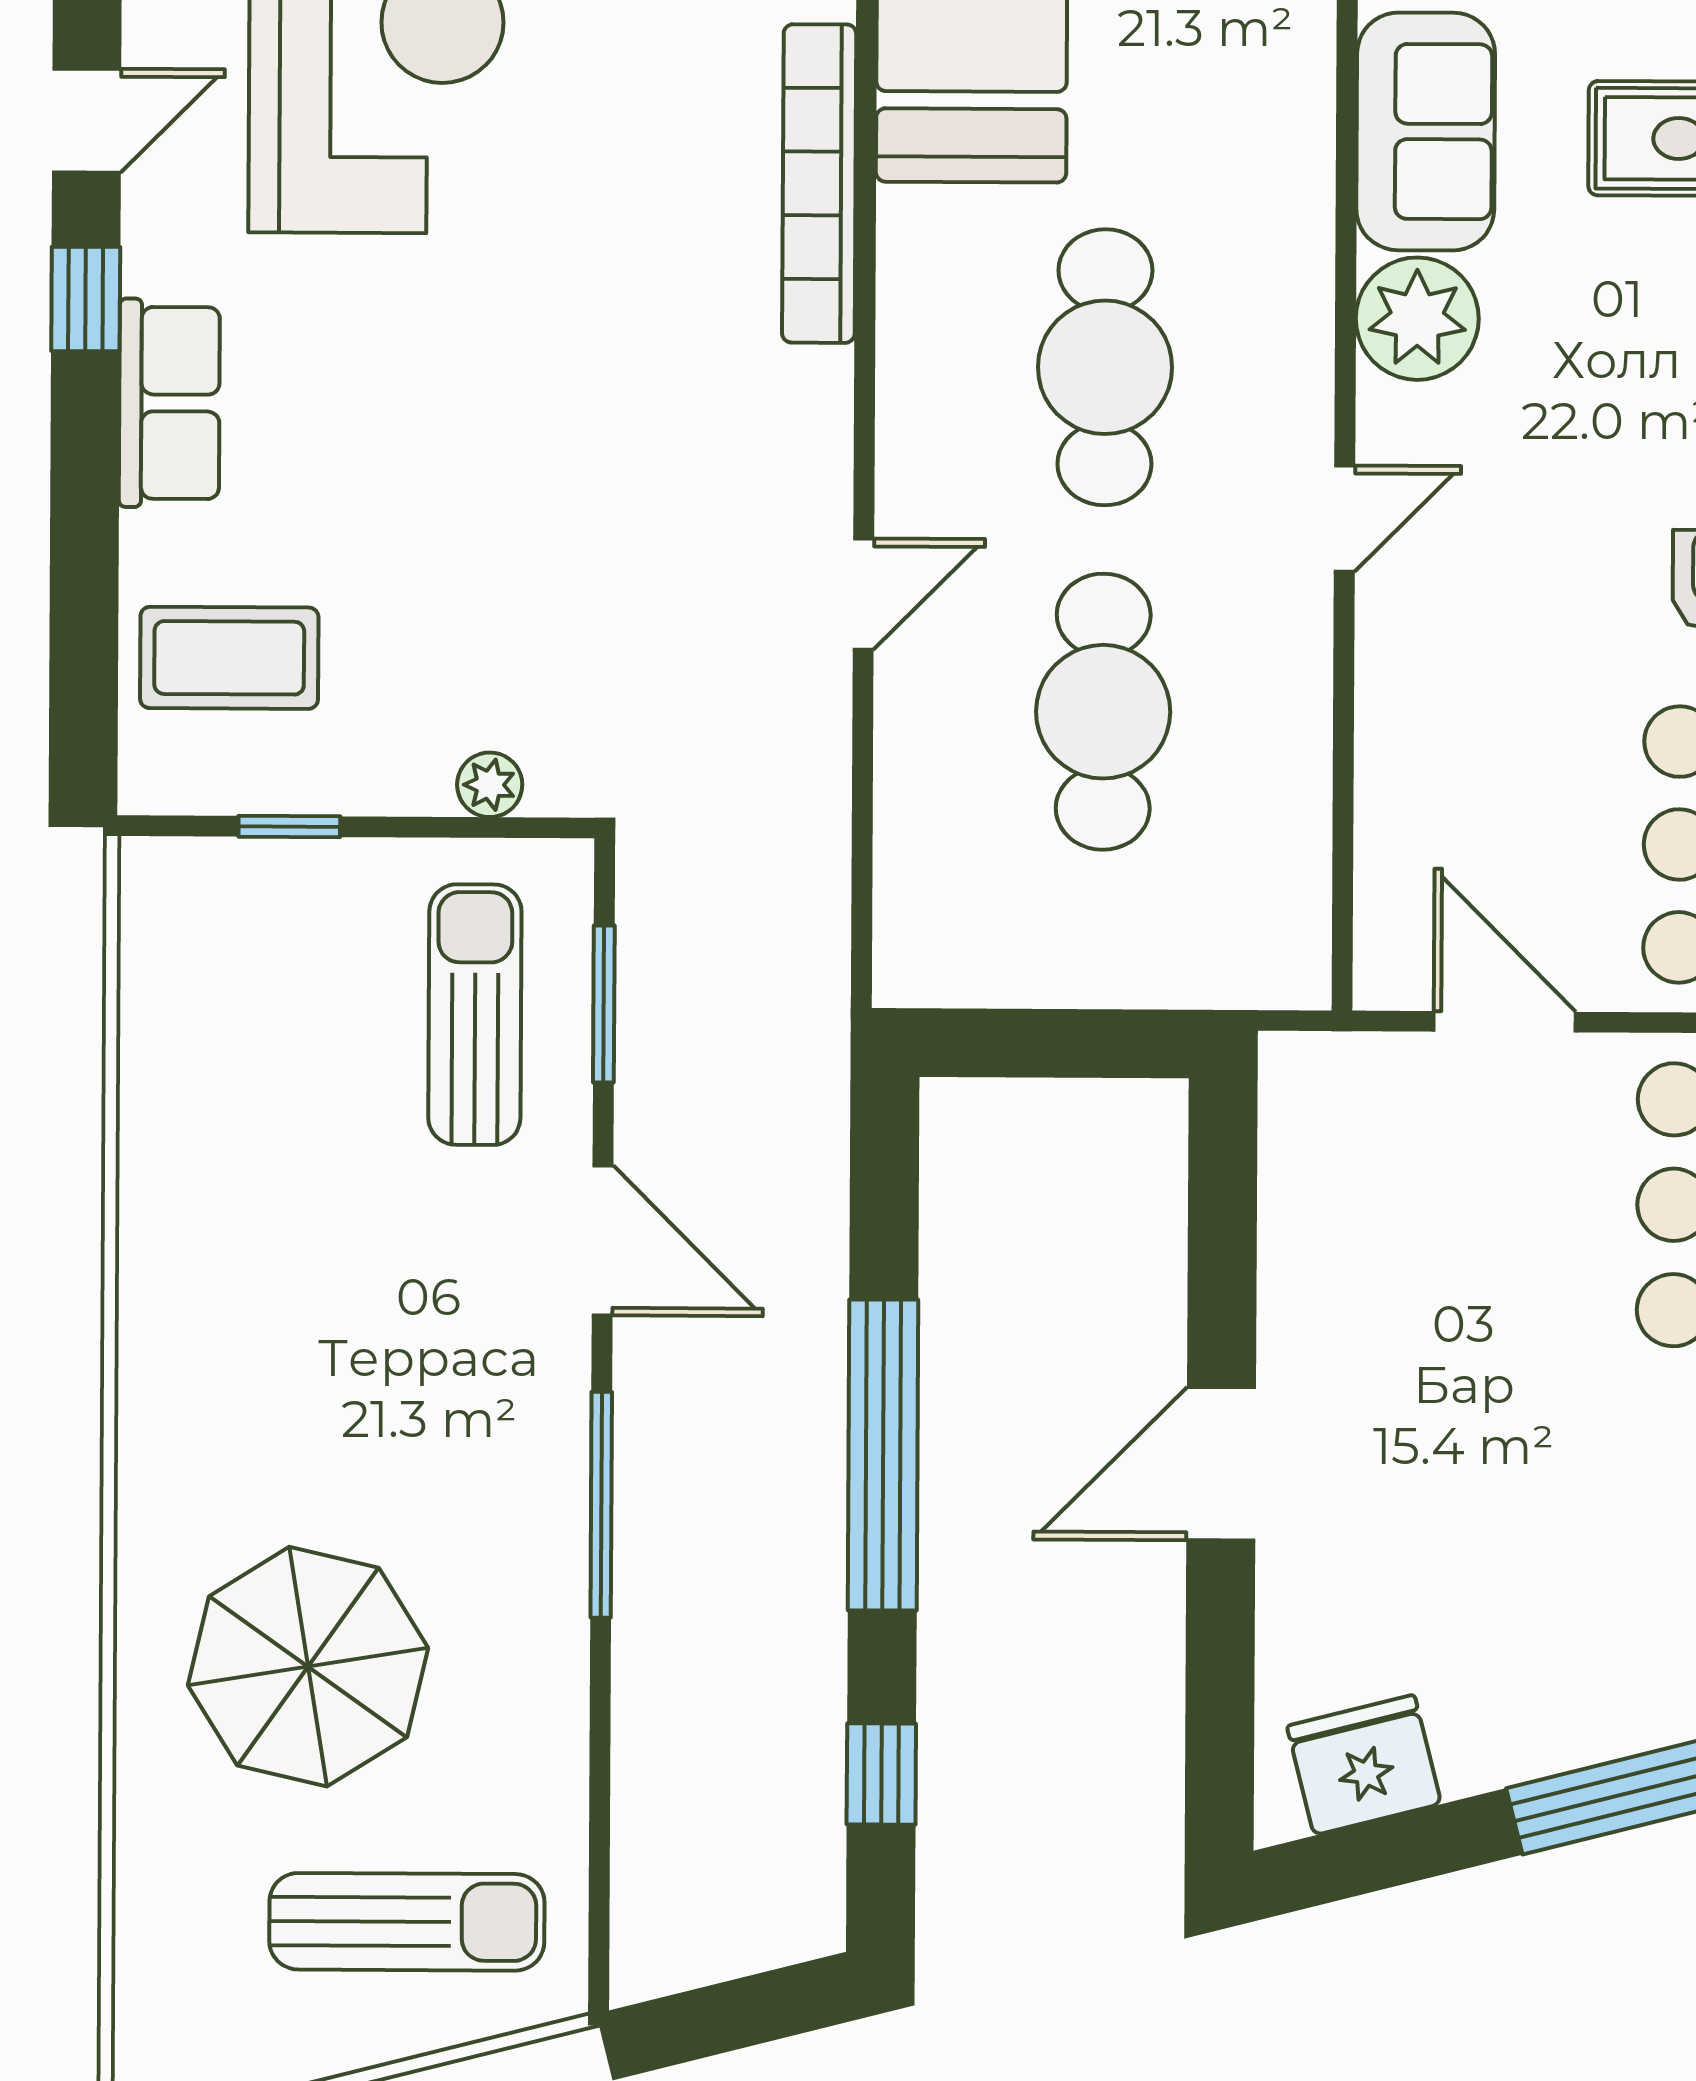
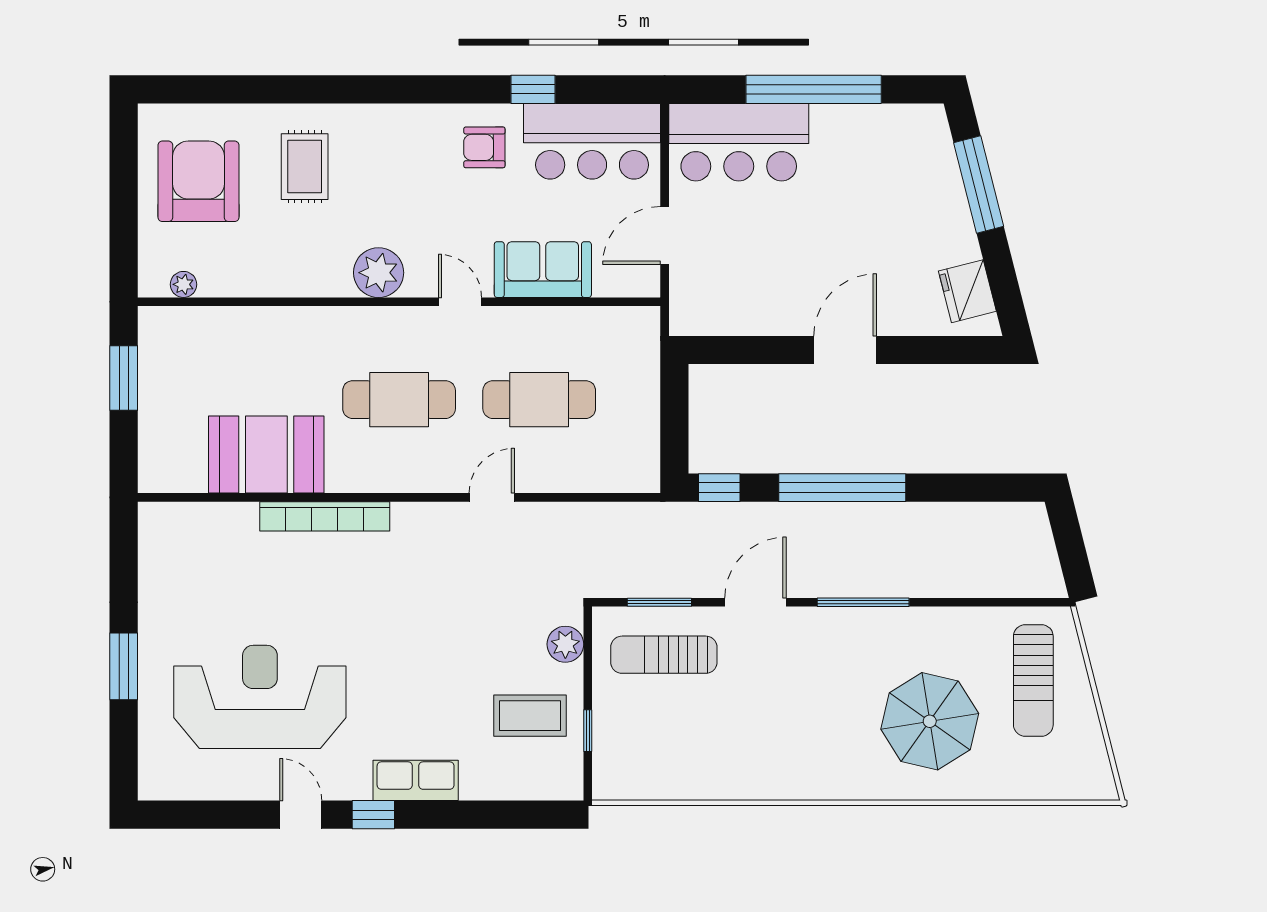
sofa: (1426, 131) -> (543, 270), moved
door: (863, 594) -> (492, 497), hinge flipped
coffee table: (229, 658) -> (530, 716), moved, turned 90
plant: (490, 785) -> (565, 644), width x1.38, depth x1.38
door: (1221, 1464) -> (845, 350), swing flipped
window: (881, 1774) -> (719, 488), moved
sun lounger: (407, 1922) -> (1033, 680), turned 180

